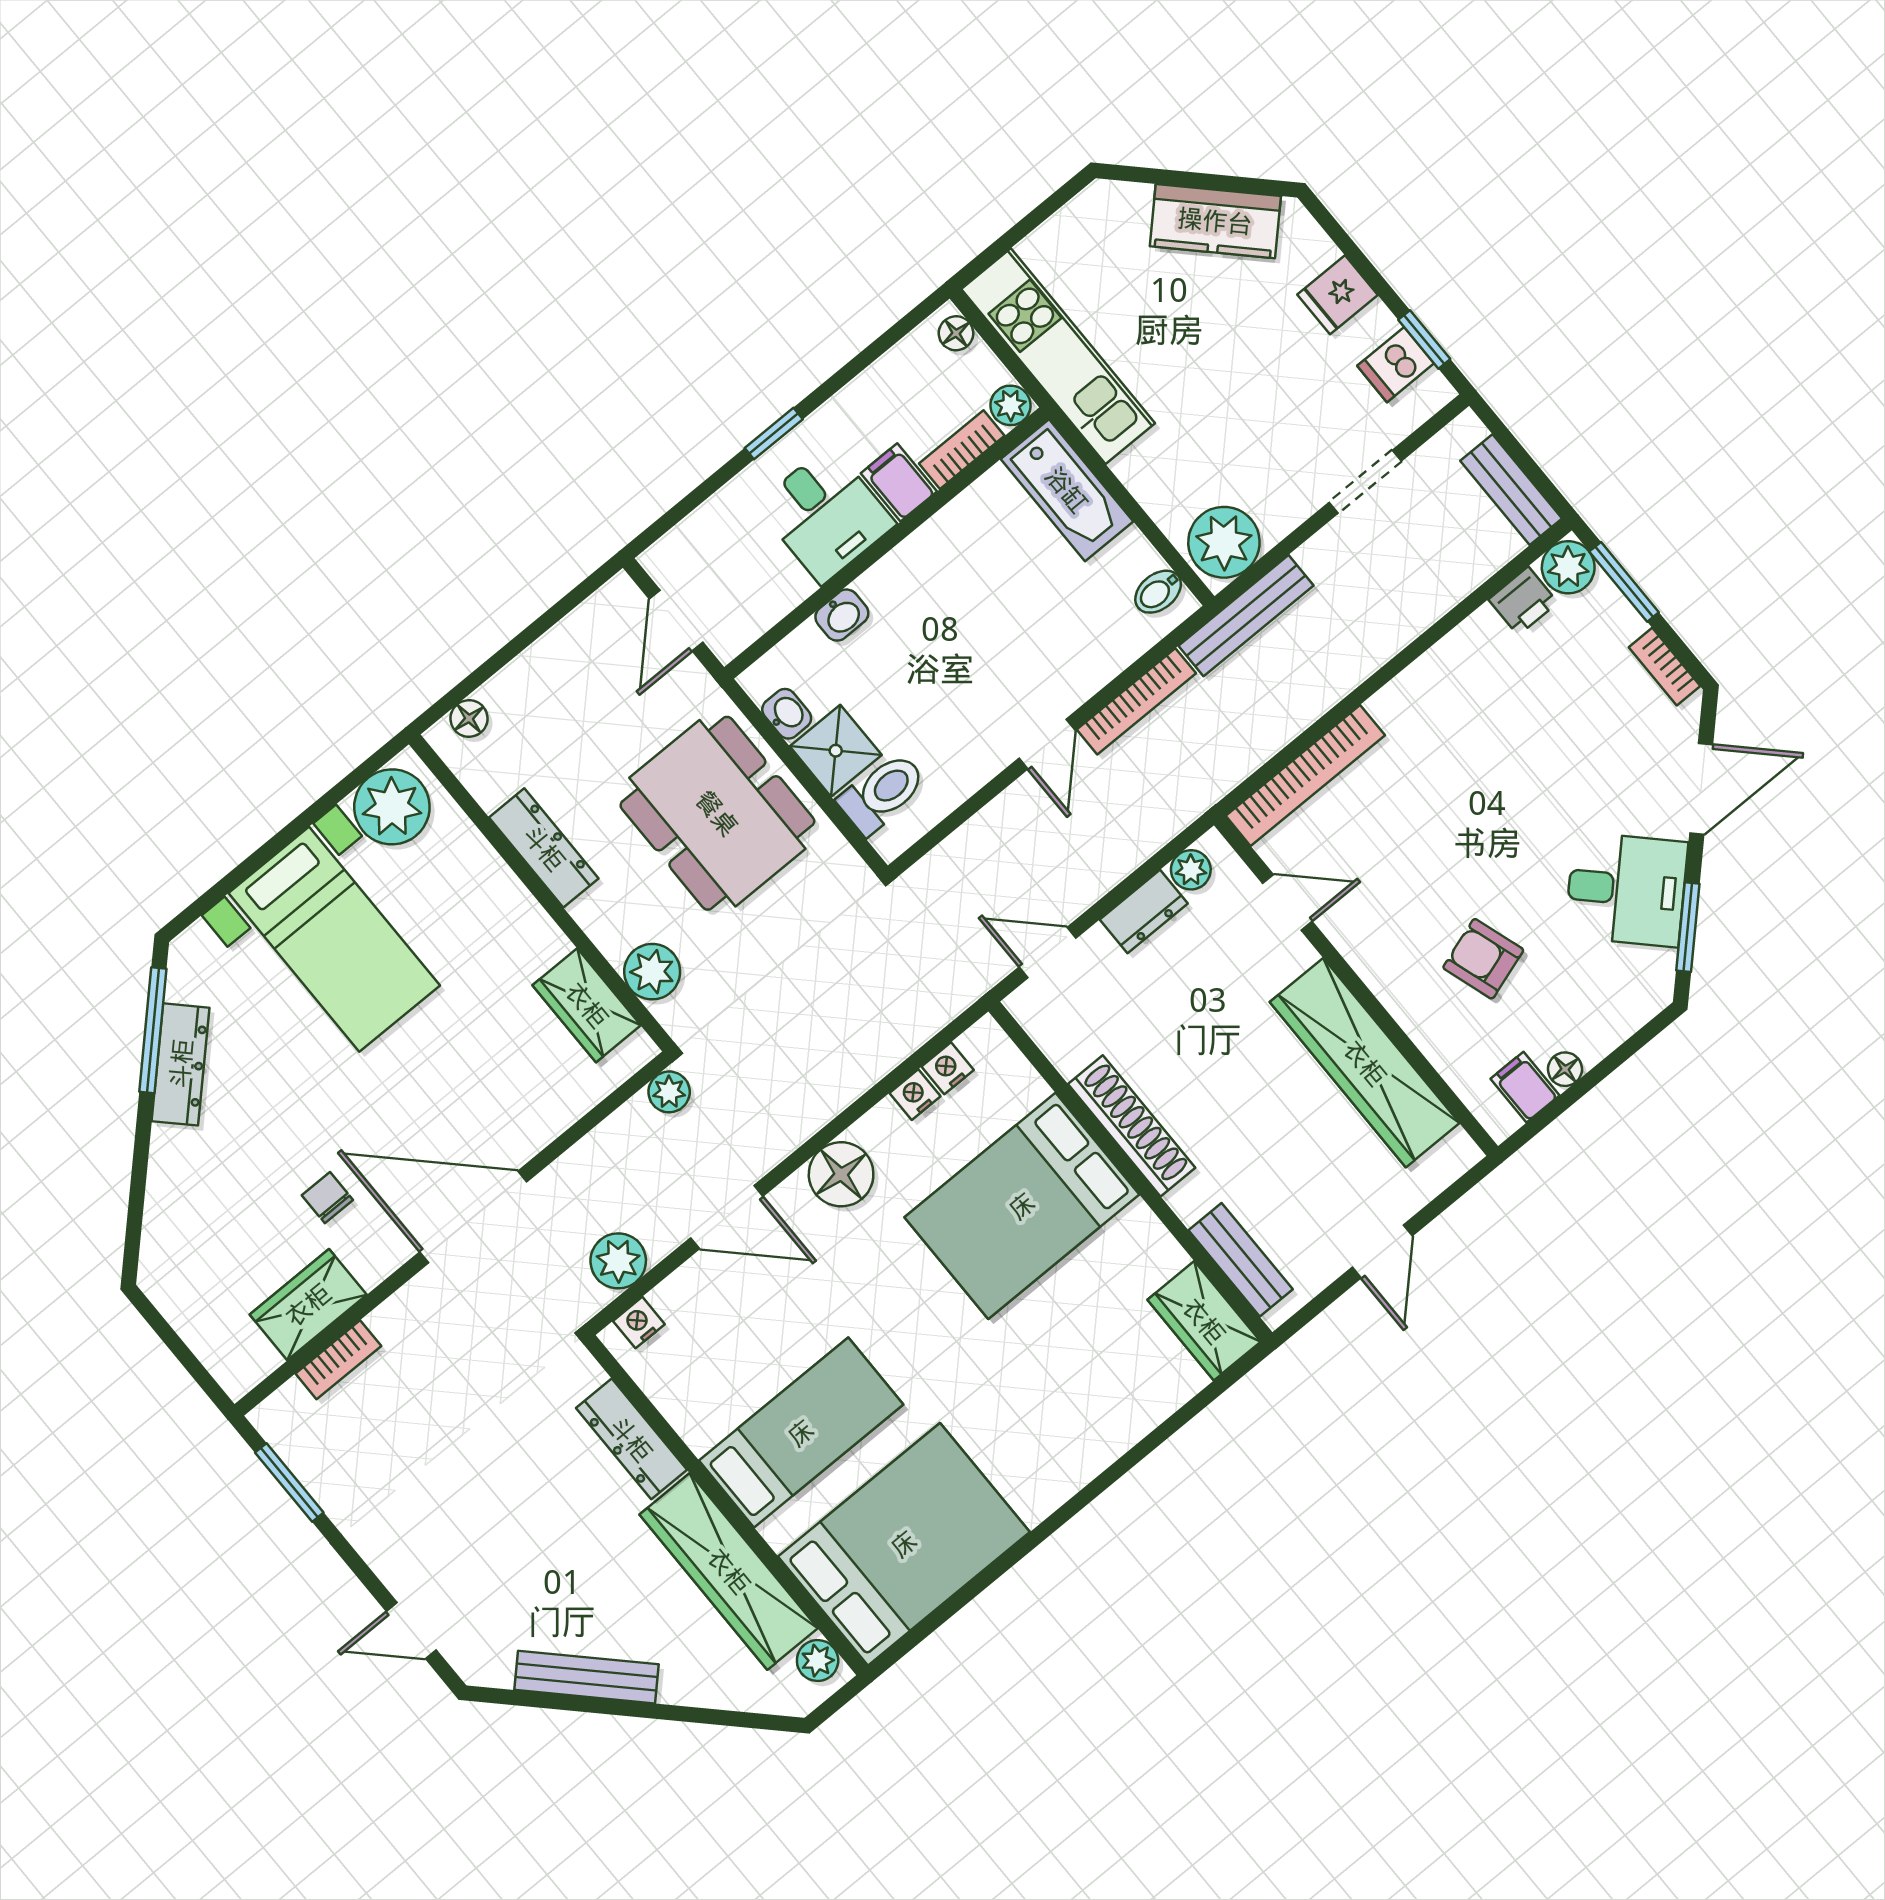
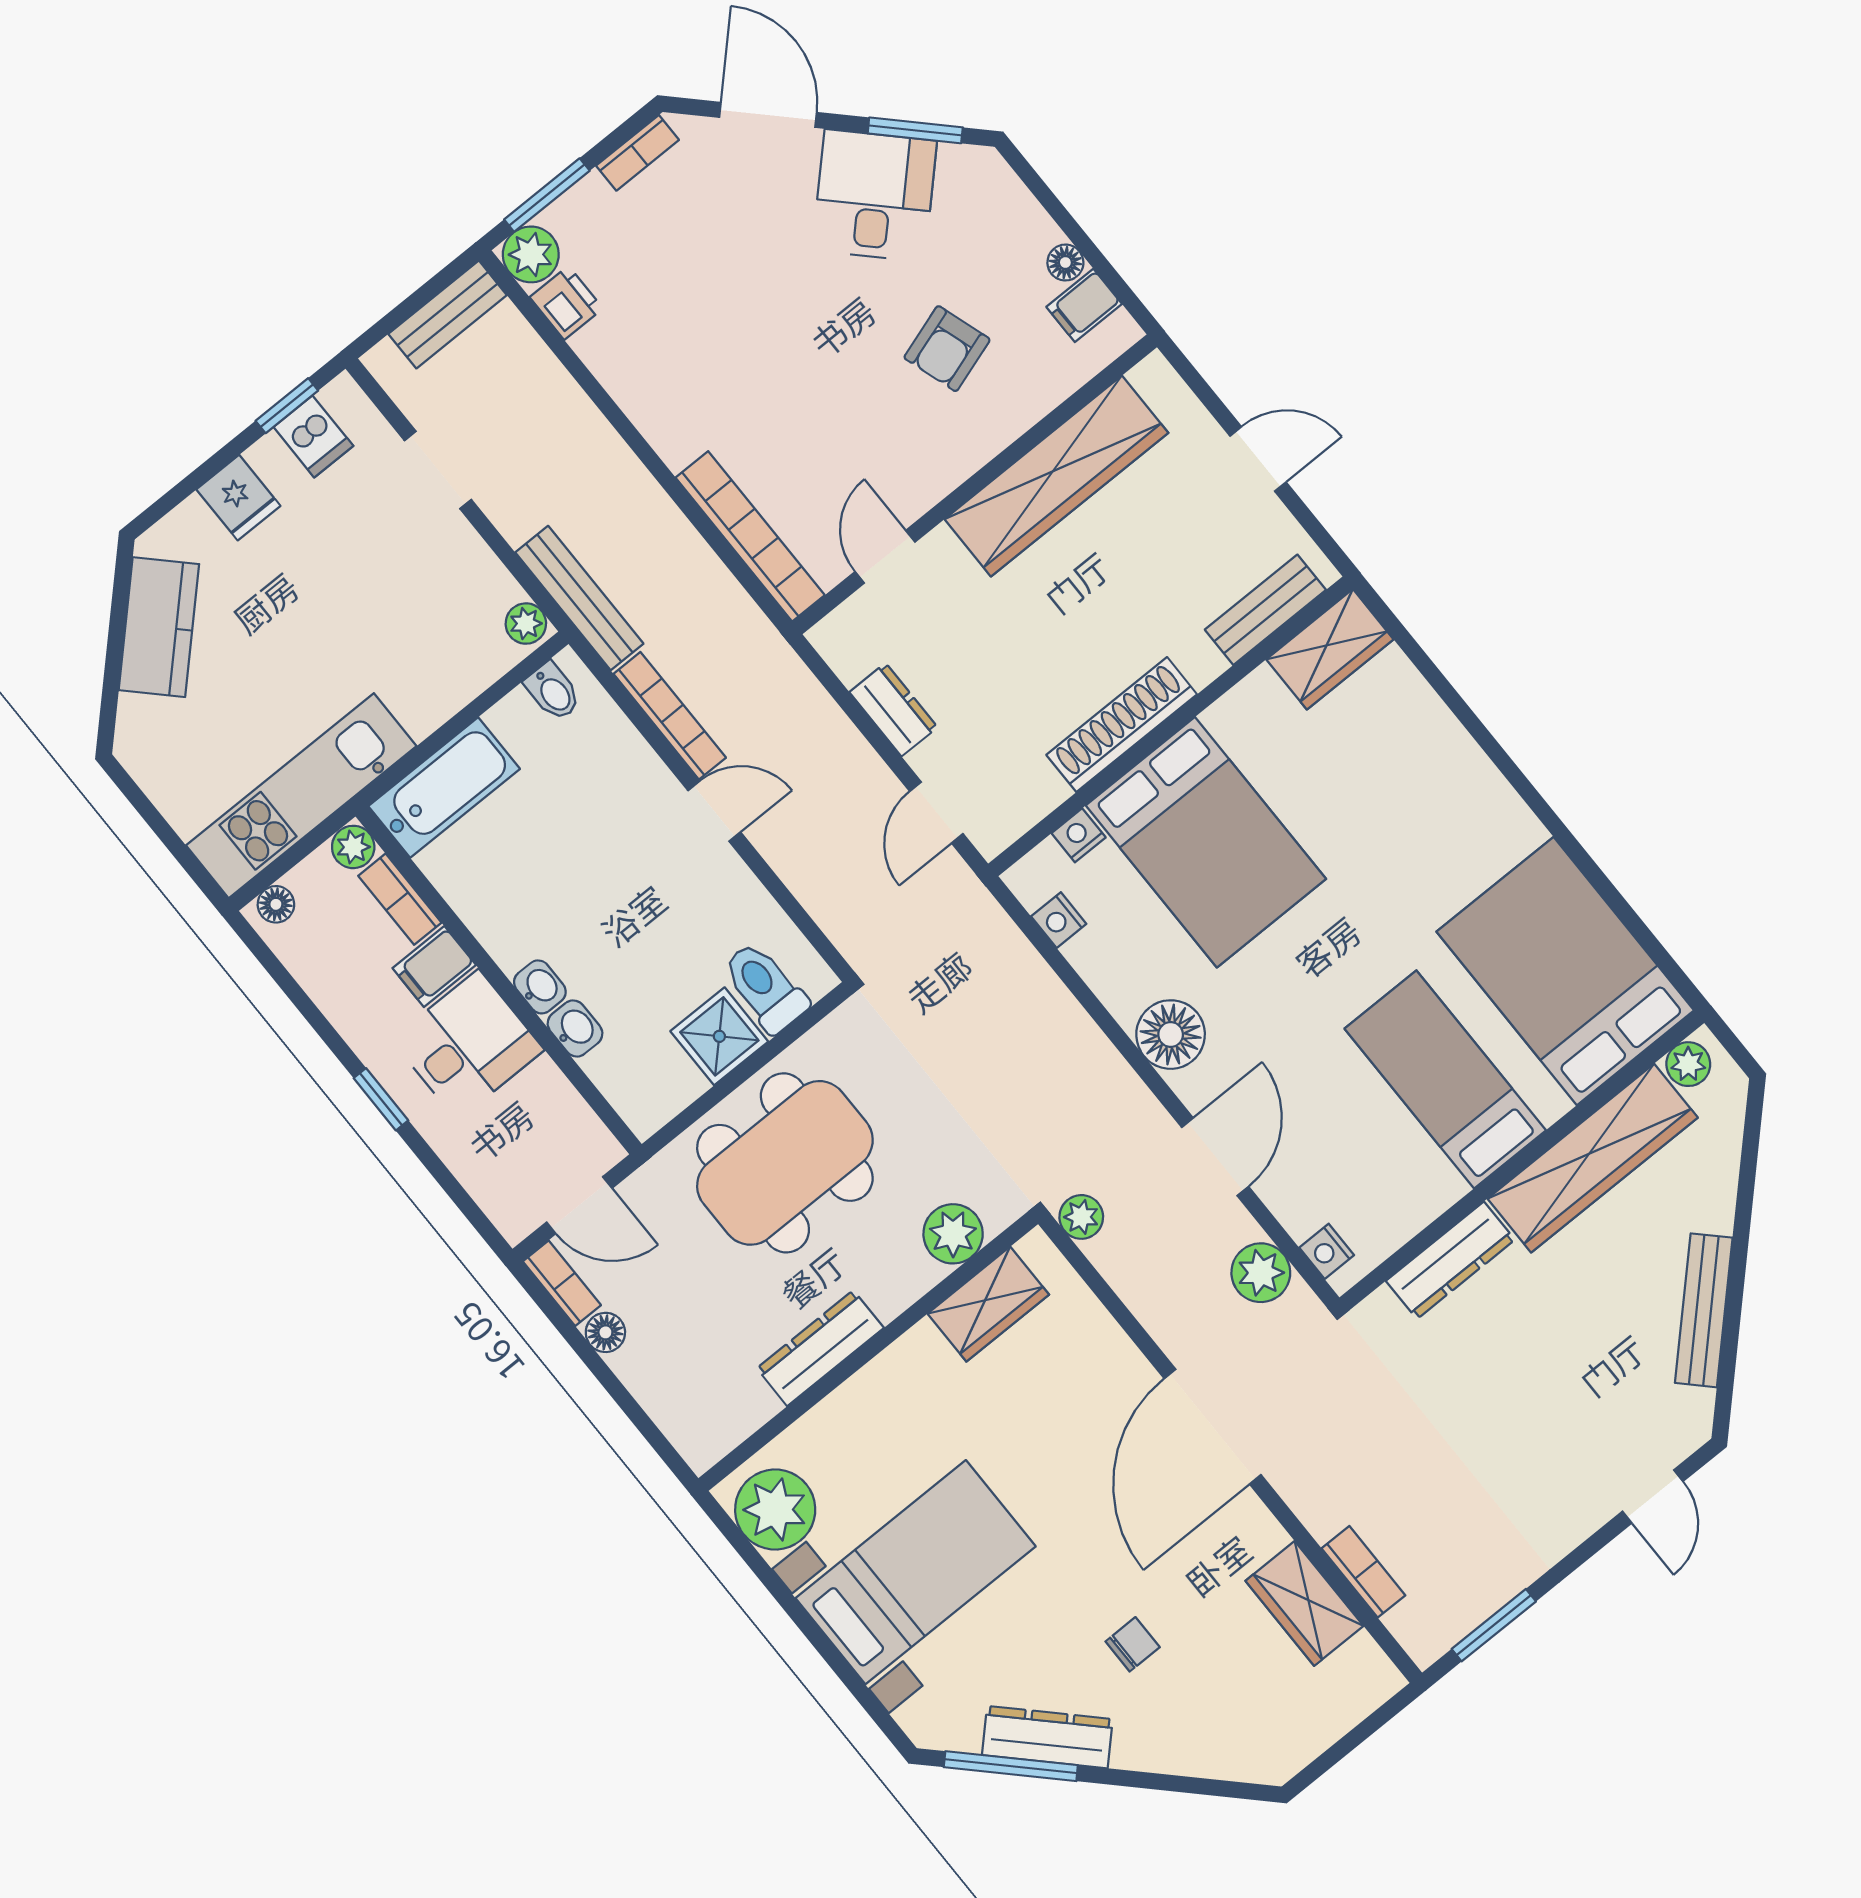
plant: (1224, 542) -> (526, 624), width x0.53, depth x0.53
bookcase: (603, 605) -> (562, 1283), added
washbasin: (787, 714) -> (540, 987), moved, turned 90
floor lamp: (469, 719) -> (605, 1332), moved
plant: (1191, 870) -> (850, 659), removed
nightstand: (915, 1095) -> (1079, 835), moved, turned 90
chair: (327, 1198) -> (1133, 1644), moved, turned 180

